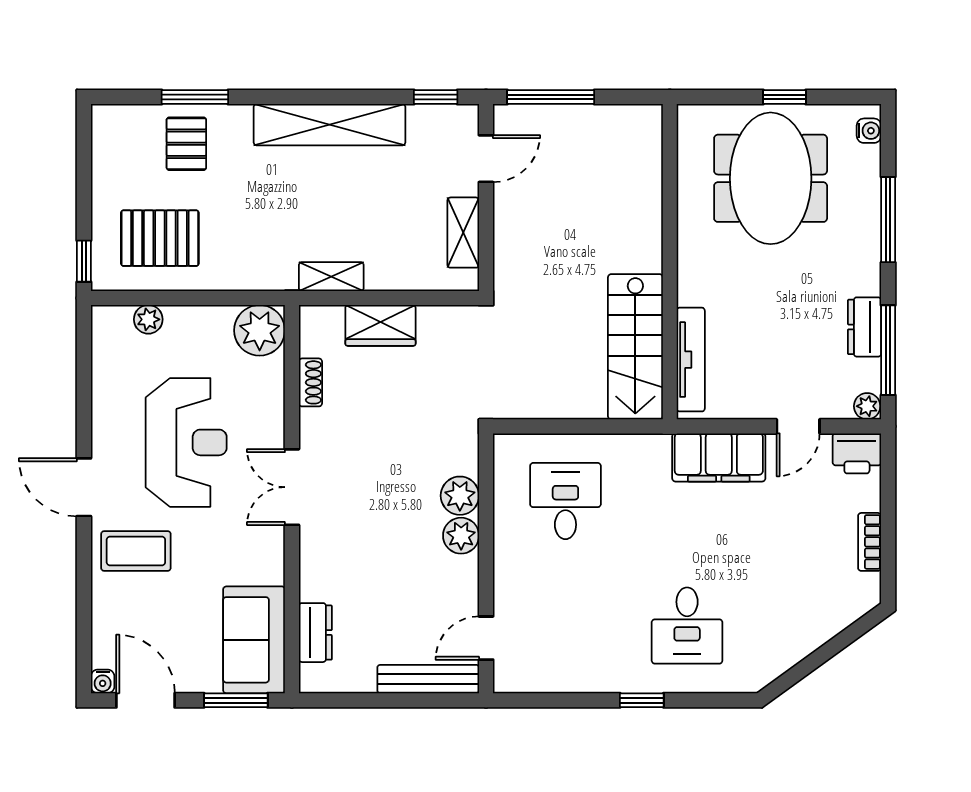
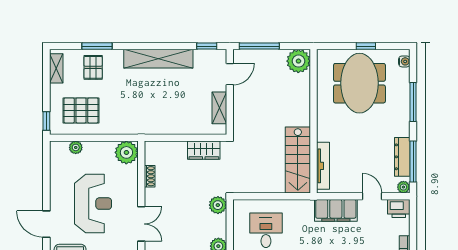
plant: (637, 130) -> (298, 61), added
shelving: (331, 277) -> (56, 68), moved, turned 90
wardrobe: (380, 325) -> (204, 150), moved
dresser: (864, 327) -> (402, 157), width x1.44
door: (798, 426) -> (372, 196), swing flipped
double door: (292, 487) -> (141, 224), swing flipped
plant: (460, 496) -> (218, 205), moved

